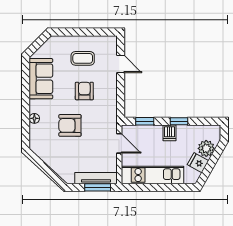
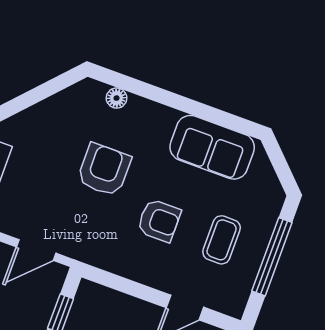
window: (82, 32) -> (272, 257), added
floor lamp: (34, 118) -> (116, 98), moved

